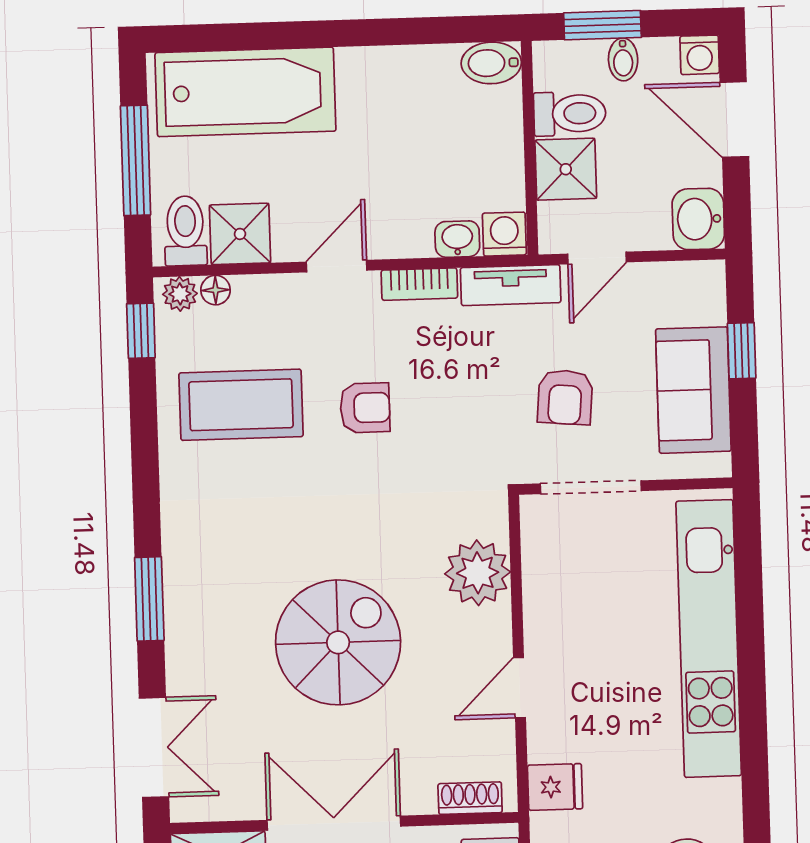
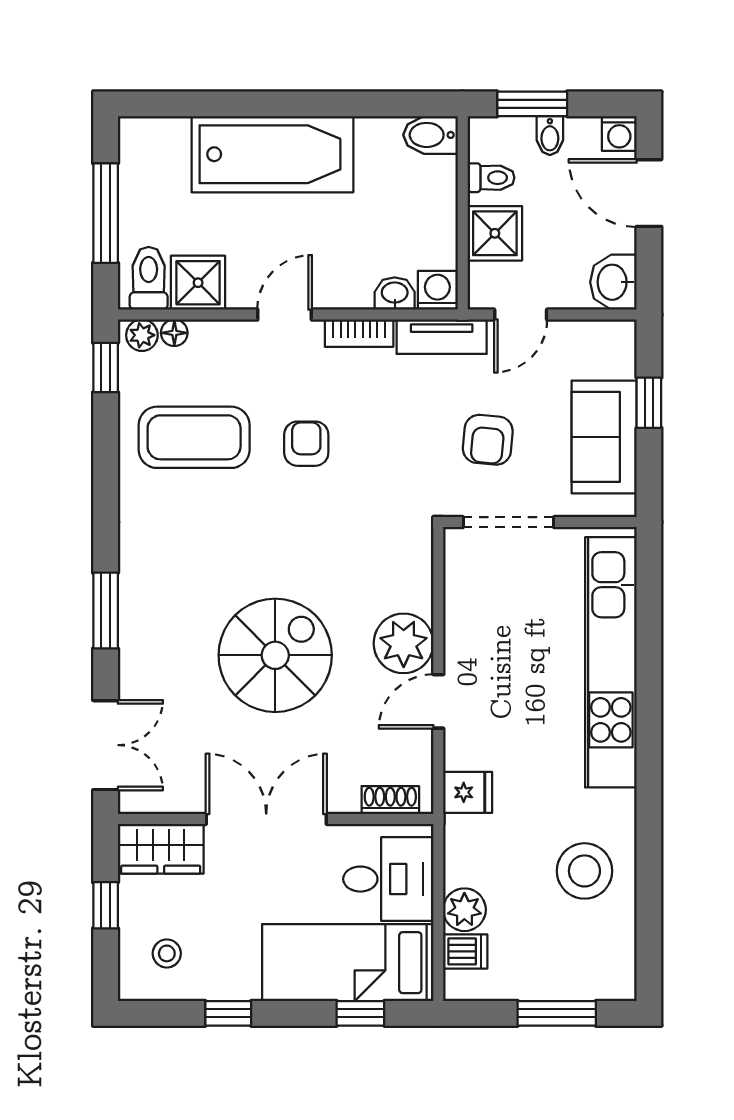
bathtub: (245, 92) -> (272, 154), moved
toilet: (570, 114) -> (491, 178), width x0.73, depth x0.72
armchair: (365, 408) -> (306, 444), turned -90
plant: (478, 573) -> (404, 643), moved

